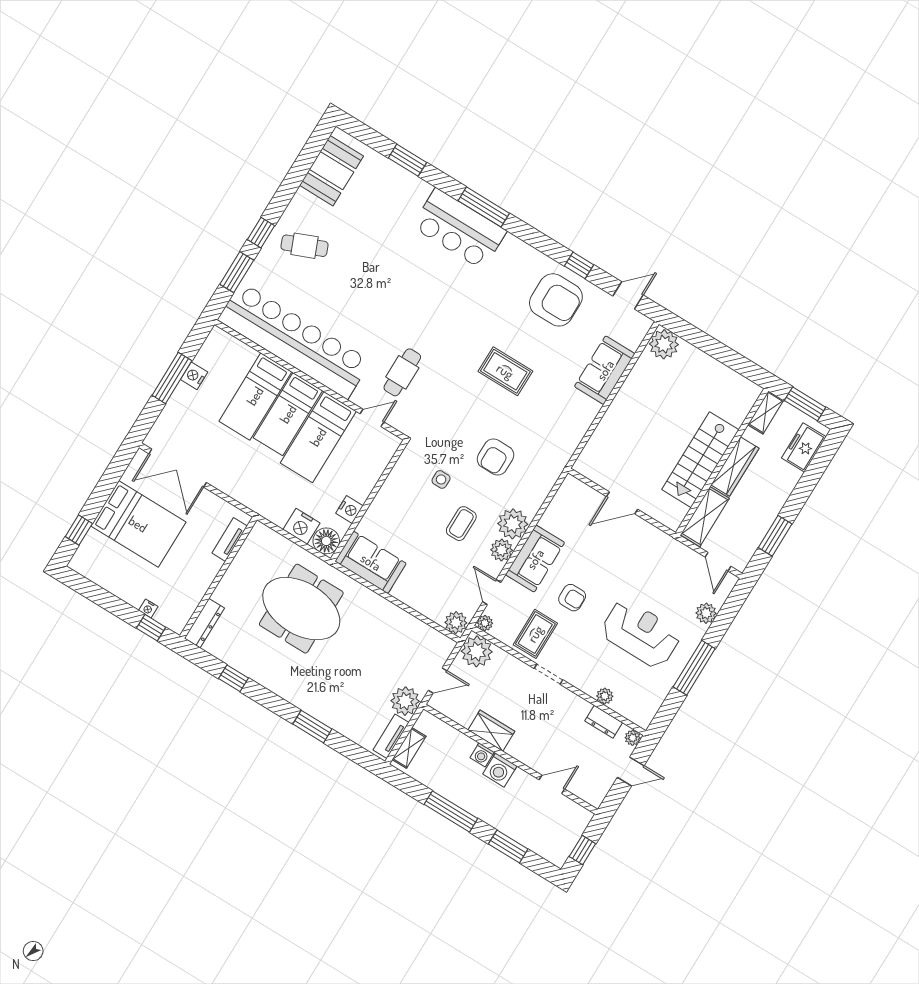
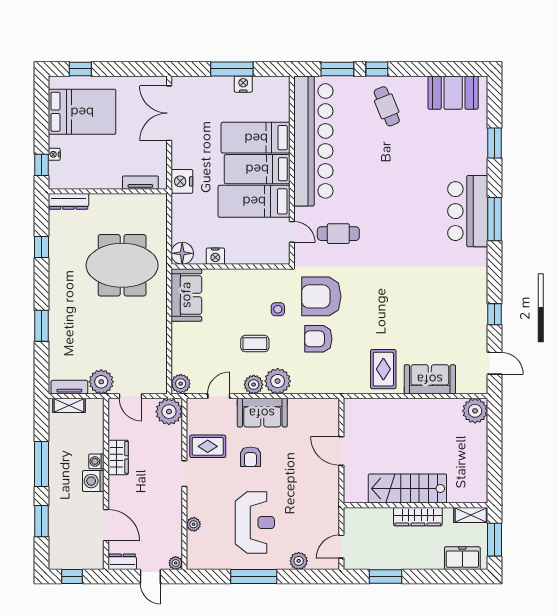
armchair: (556, 300) -> (321, 296), moved, turned 90
rug: (505, 371) -> (383, 369), moved
shelving: (705, 517) -> (368, 517), removed
bed: (138, 524) -> (82, 112), moved, turned -90
nightstand: (301, 526) -> (182, 181), moved
meeting table: (301, 609) -> (122, 265), turned 90
plant: (485, 623) -> (193, 405), removed
dresser: (604, 722) -> (122, 562), moved, turned 90
door: (552, 784) -> (106, 525), width x1.38

